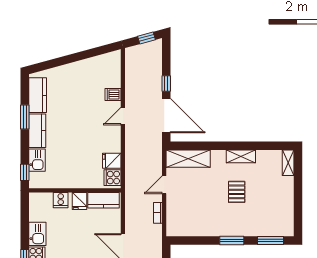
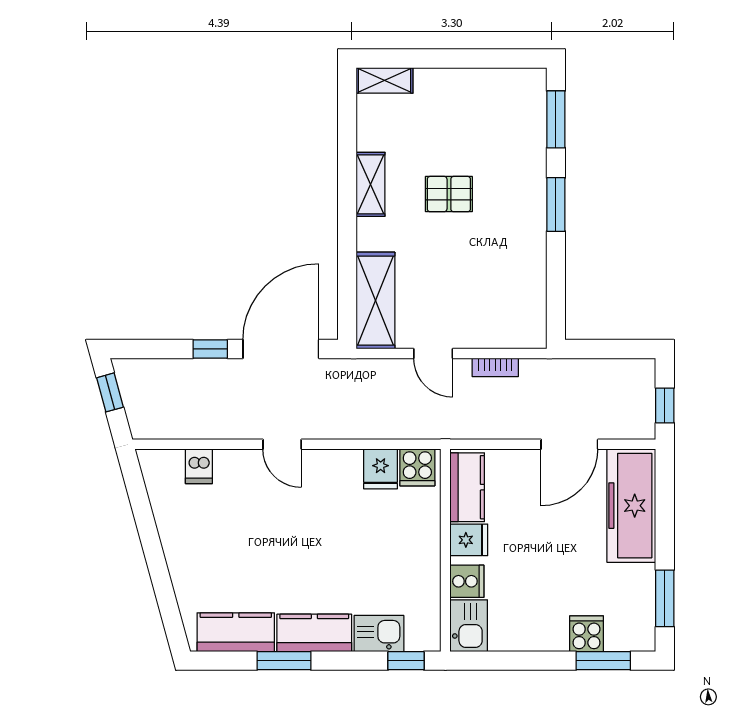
dishwasher: (113, 94) -> (199, 466), moved
kitchen sink: (37, 234) -> (469, 626), moved, turned 90

